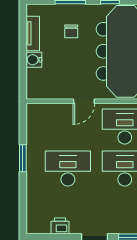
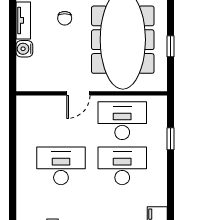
window: (23, 158) -> (13, 155), removed

